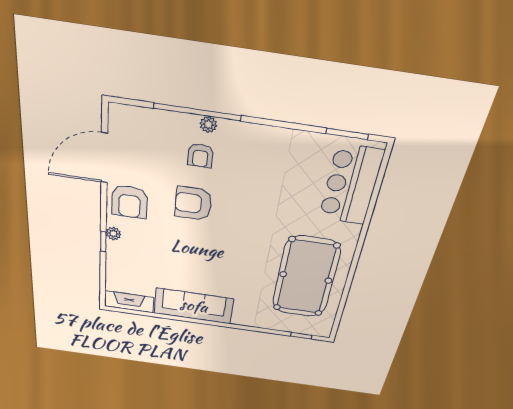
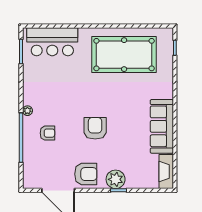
plant: (208, 125) -> (27, 111), moved
armchair: (193, 204) -> (95, 128), moved, turned 180
plant: (113, 234) -> (116, 179), width x1.88, depth x1.88

